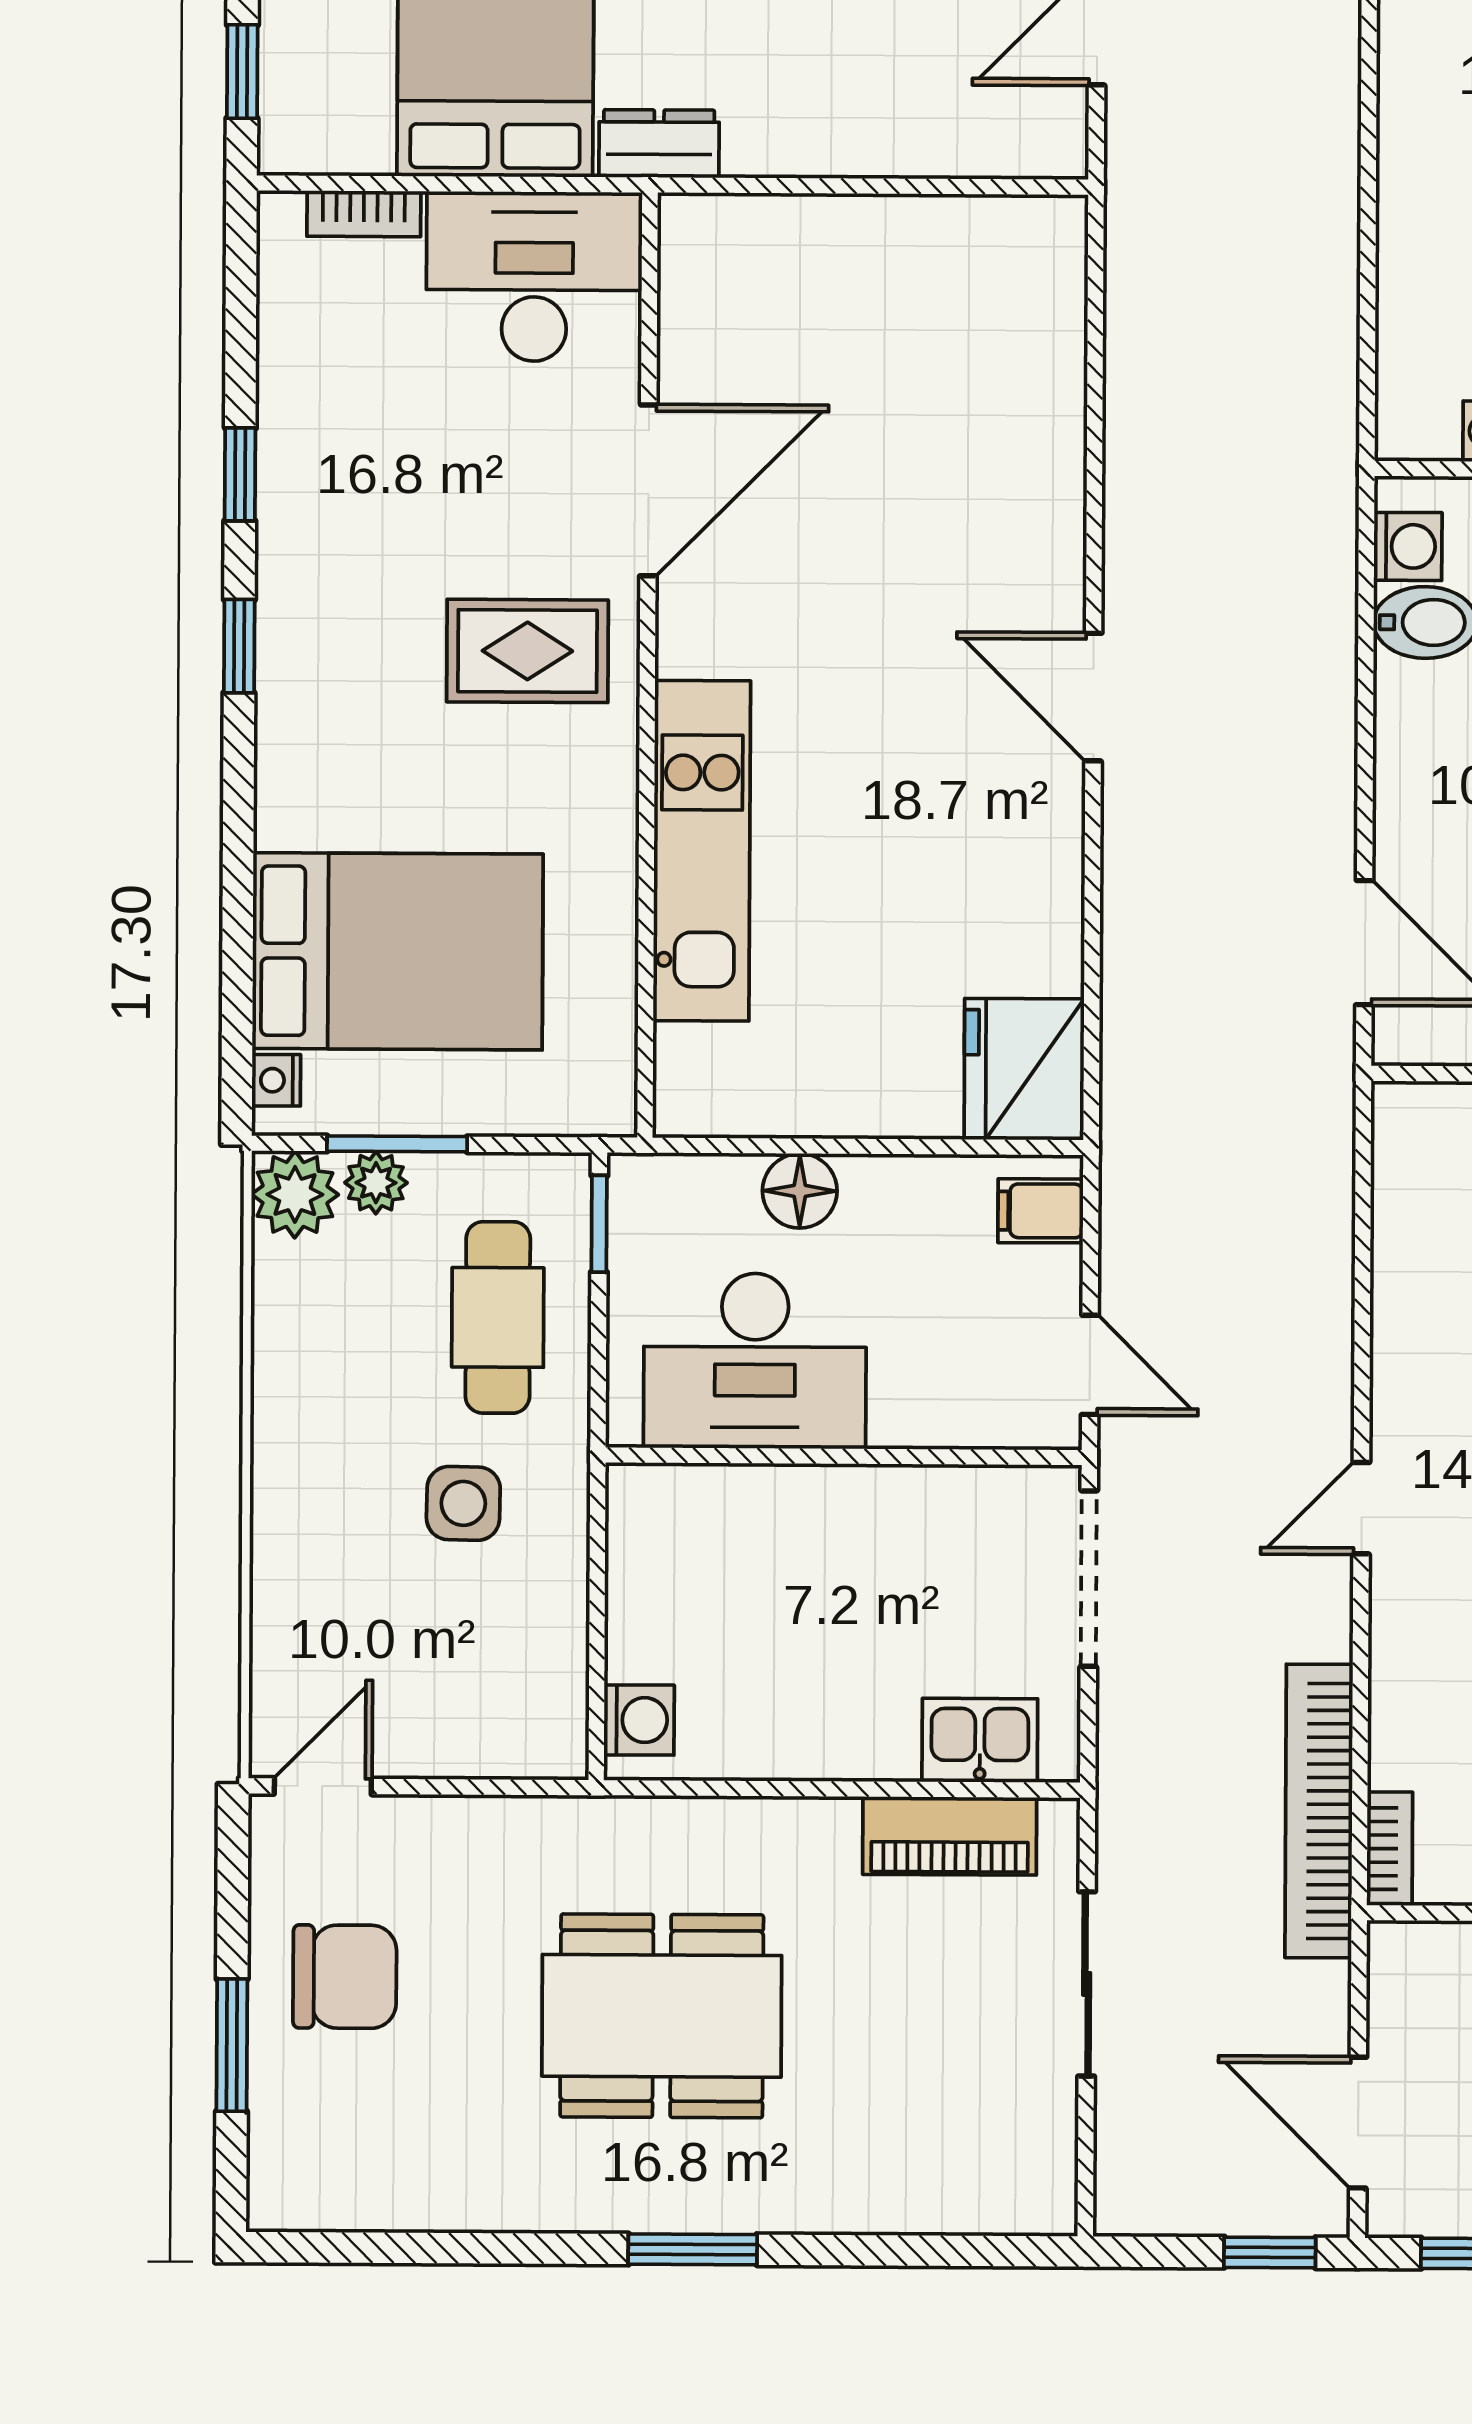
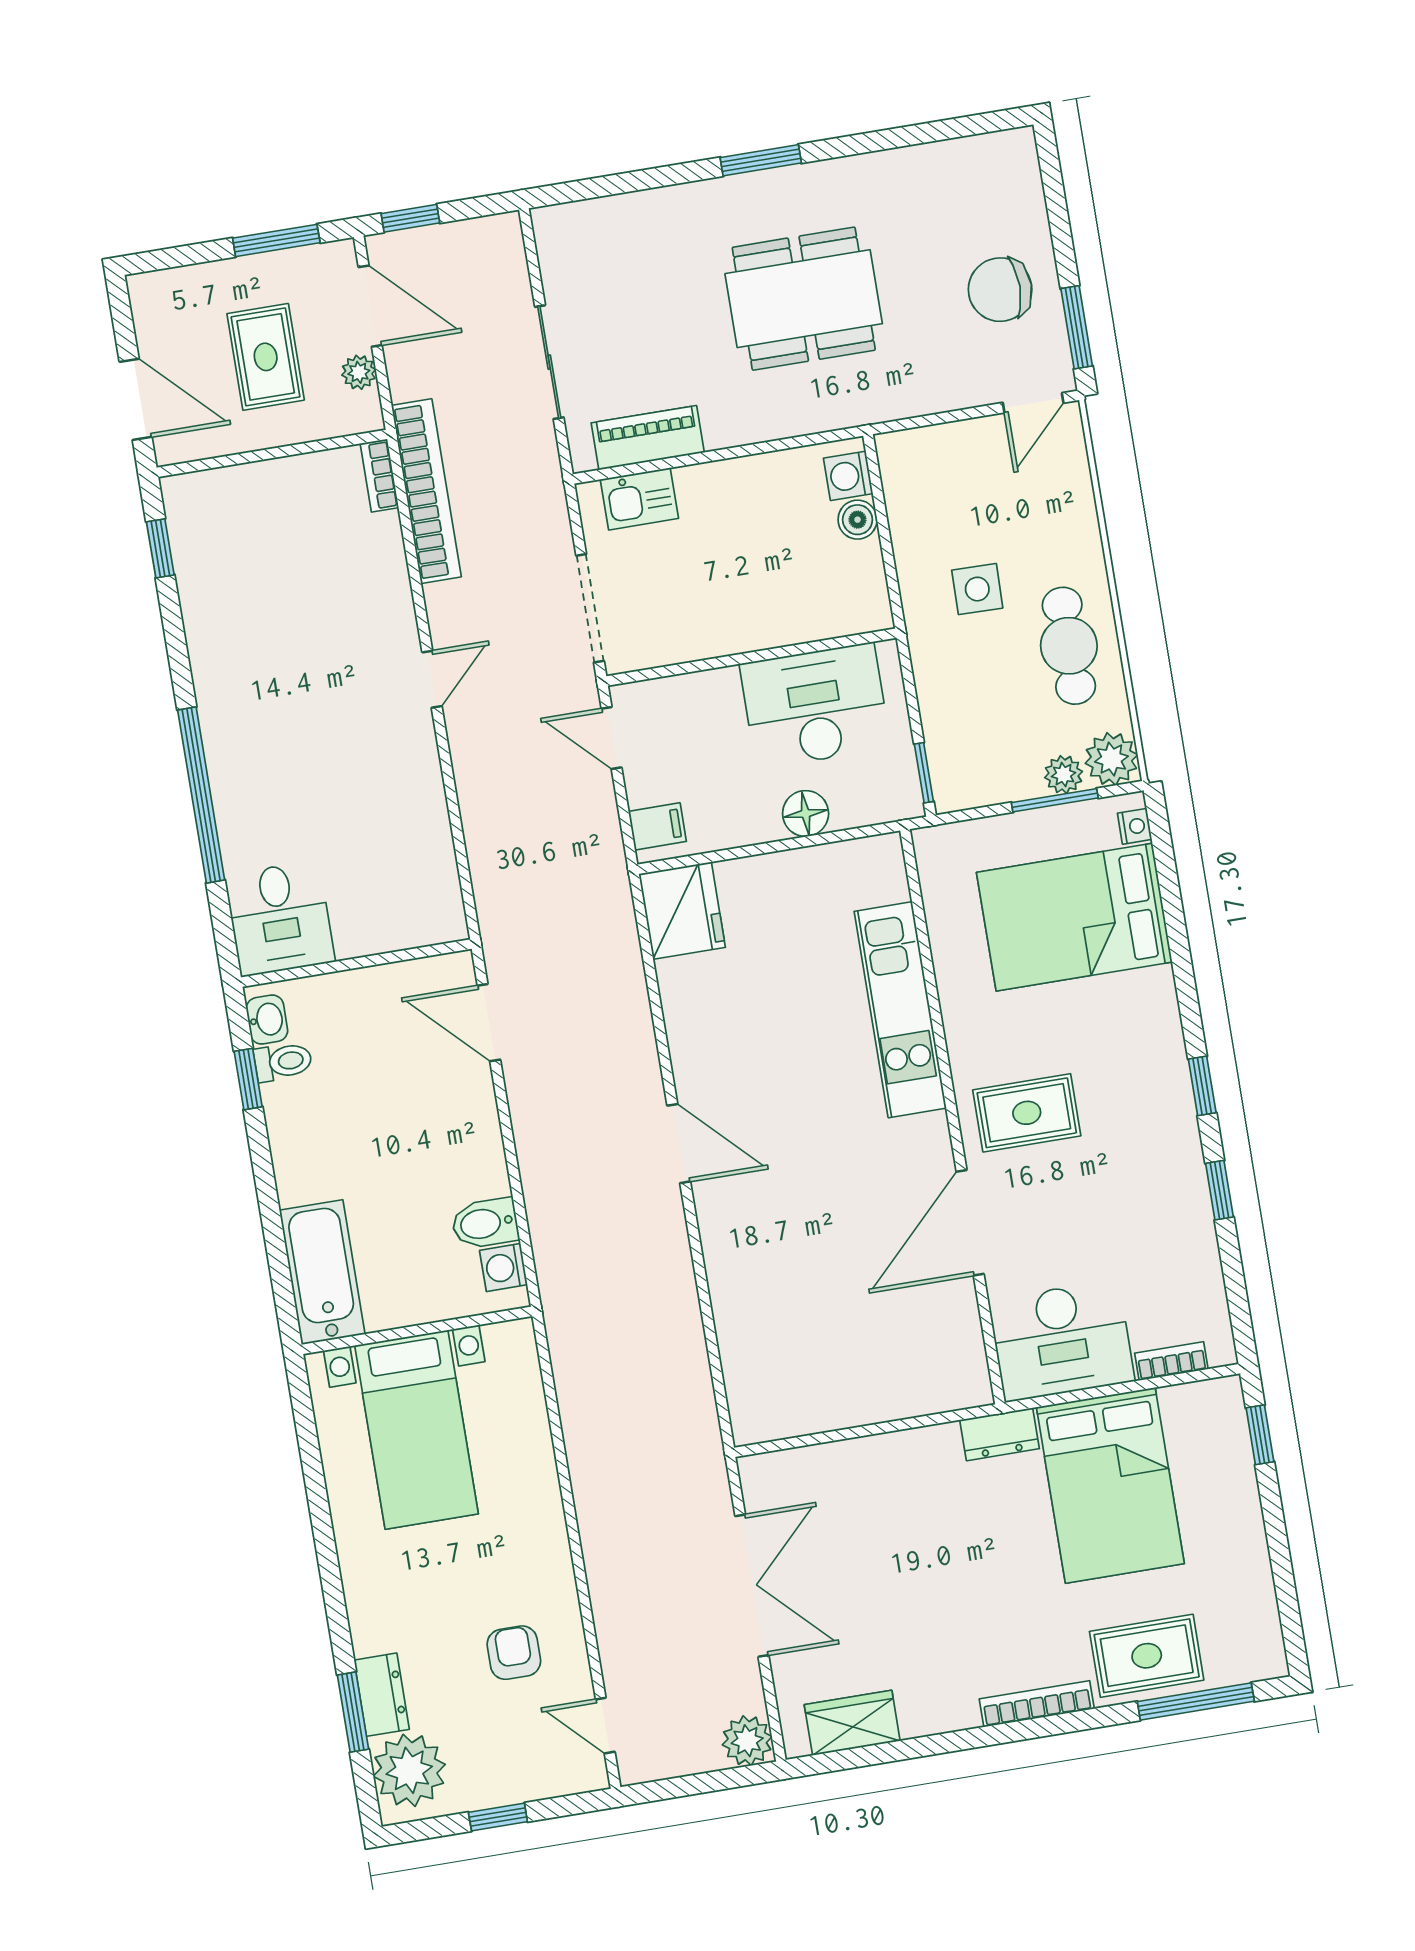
cafe table: (498, 1317) -> (1069, 646), moved
boiler: (636, 1647) -> (858, 520), added
plant: (1394, 2020) -> (359, 372), added
window: (232, 2045) -> (1077, 327), moved

